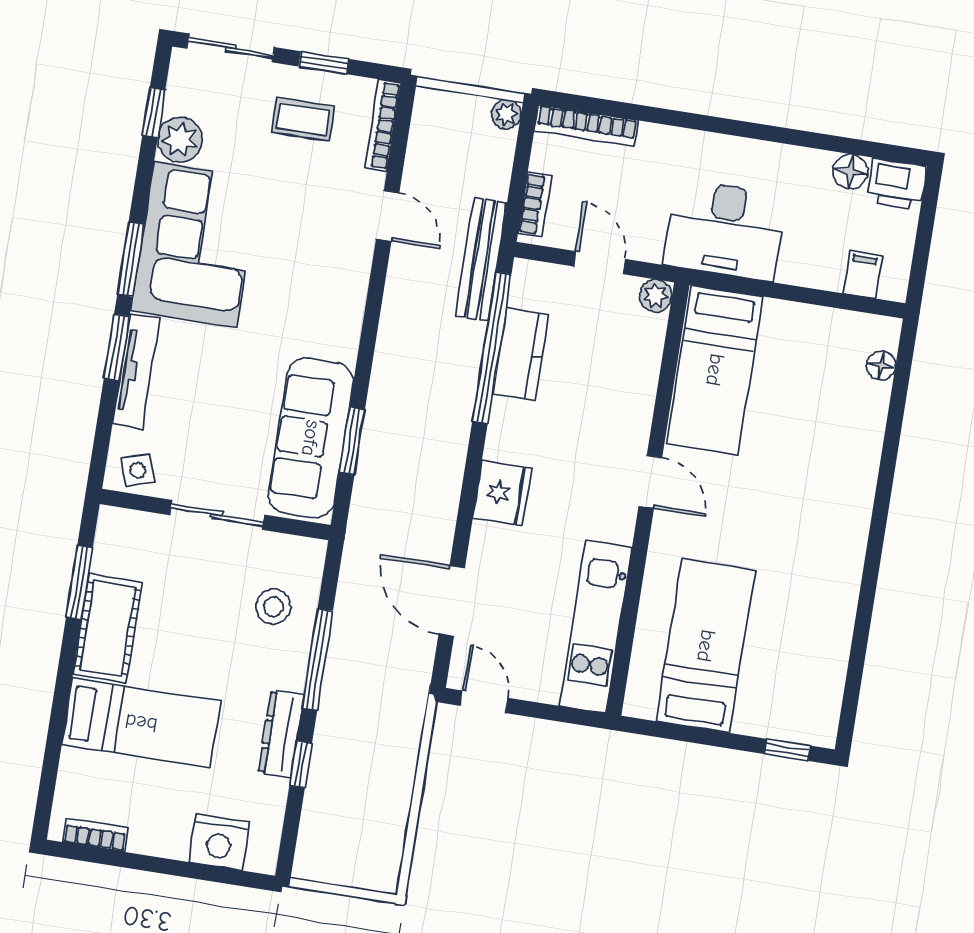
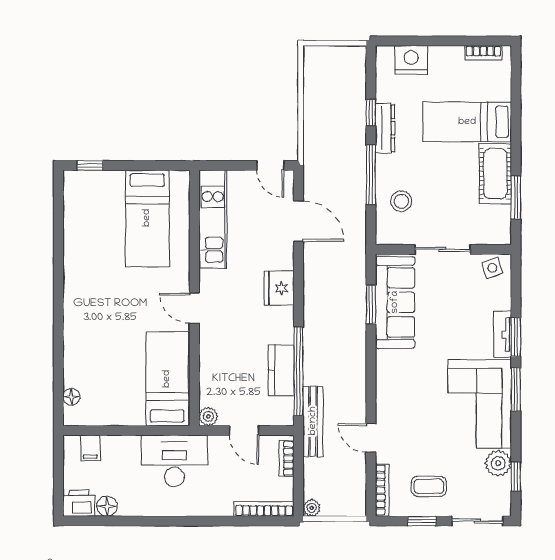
tv unit: (136, 371) -> (502, 335), width x0.71

